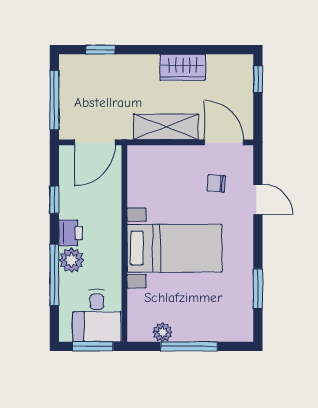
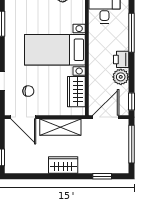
wardrobe: (183, 67) -> (63, 165), moved
wardrobe: (141, 182) -> (76, 92), added
window: (54, 200) -> (132, 101), moved
plant: (71, 260) -> (121, 77), moved

